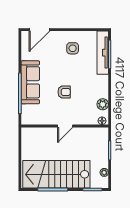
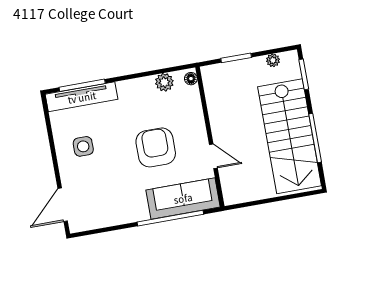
door: (39, 30) -> (63, 205), swing flipped
sofa: (30, 82) -> (183, 198), moved
armchair: (64, 92) -> (156, 147), width x1.88, depth x1.88
door: (65, 126) -> (213, 156), moved

